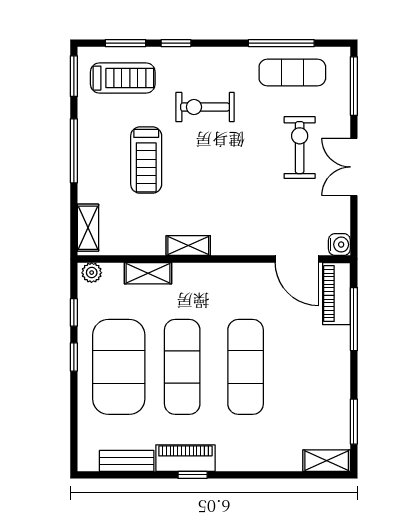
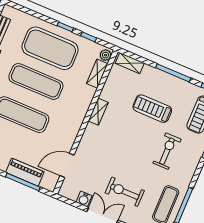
exercise bike: (300, 148) -> (125, 192), turned 180
water cooler: (339, 245) -> (84, 199), moved
shelving: (148, 273) -> (97, 74), moved
piano: (336, 294) -> (25, 172), moved

